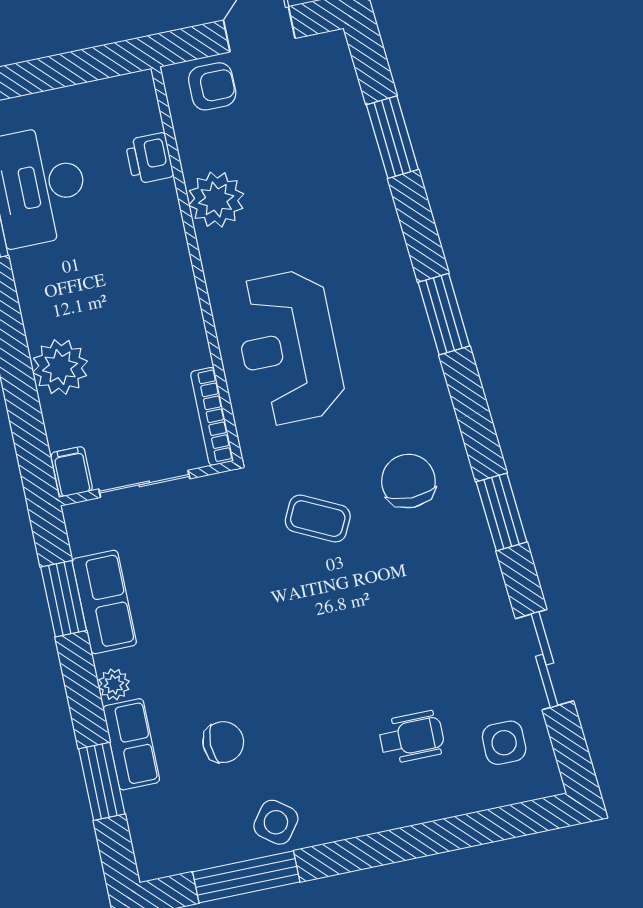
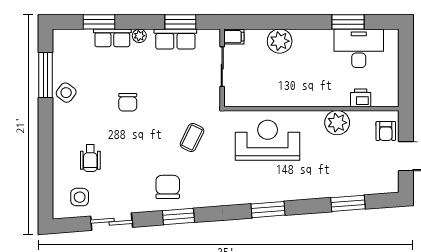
bookcase: (212, 416) -> (245, 101), removed
chair: (408, 481) -> (168, 187), moved, turned -90
chair: (223, 742) -> (128, 102), moved

